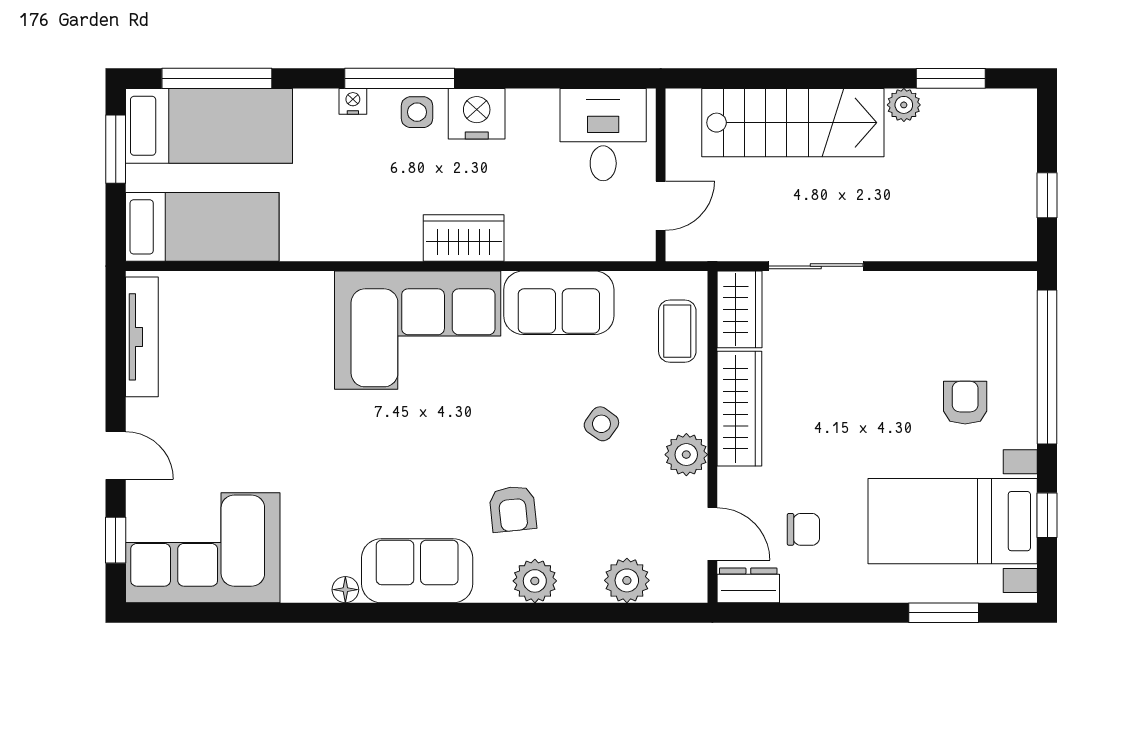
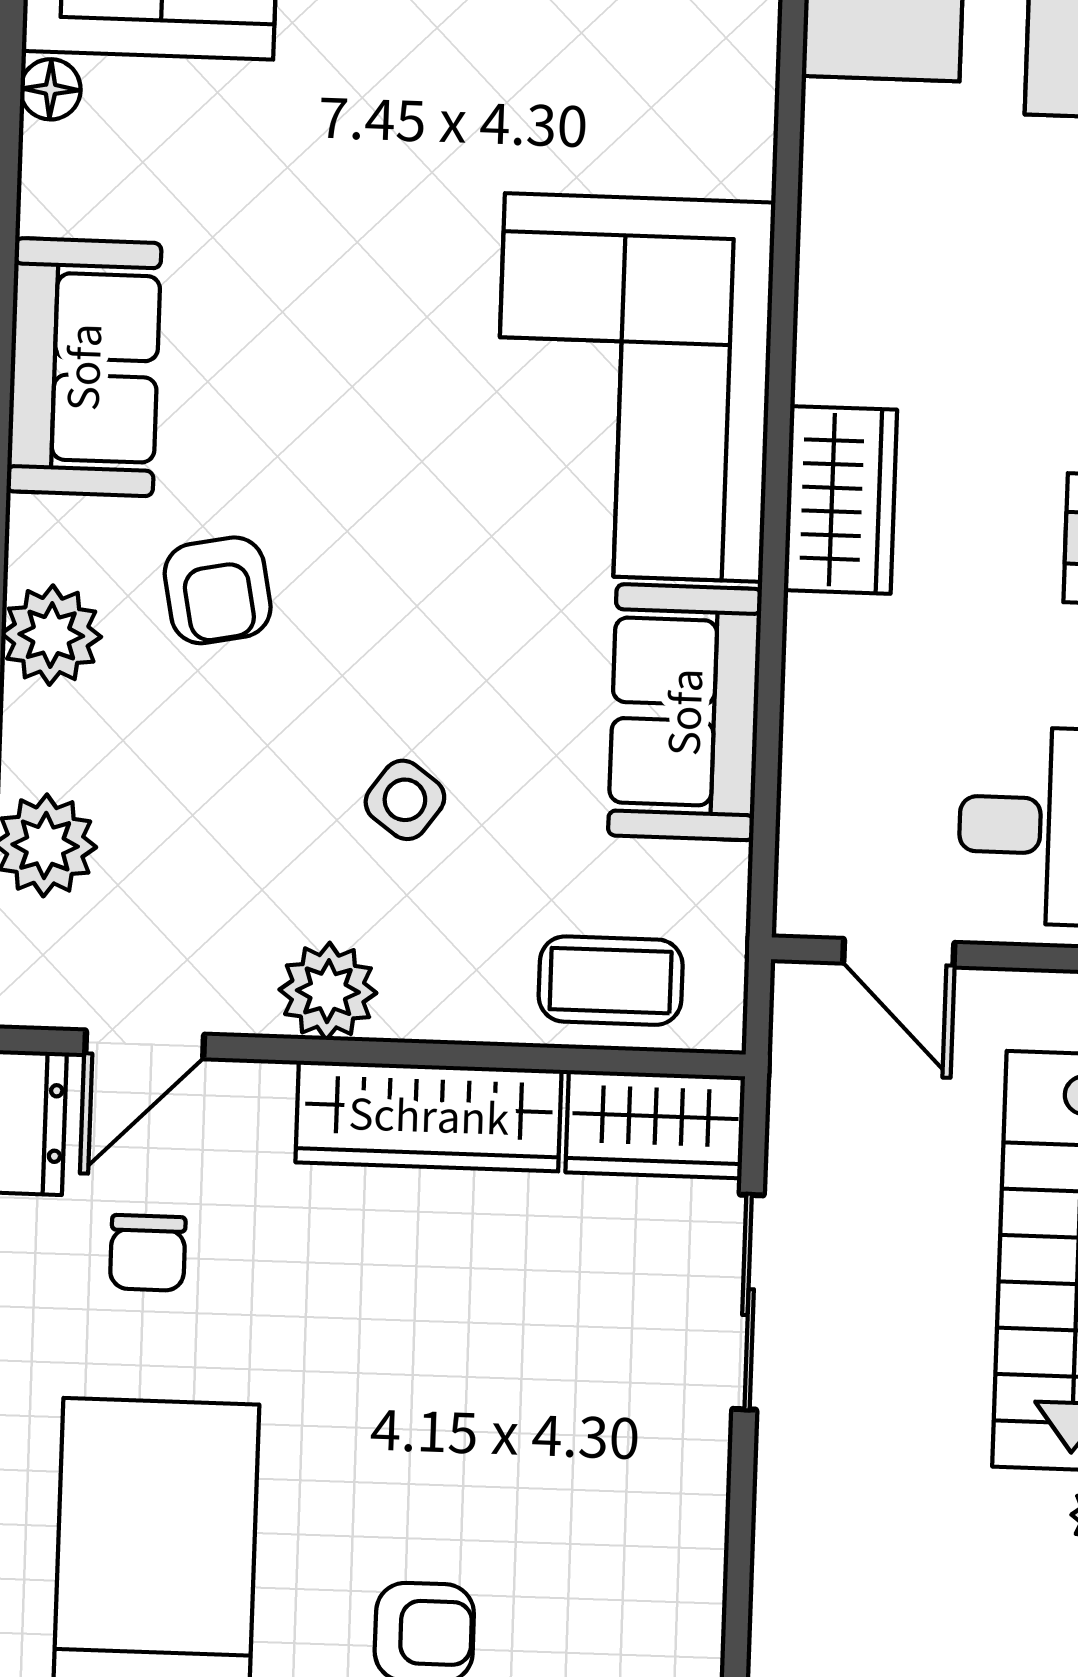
armchair: (513, 509) -> (218, 590), turned -95
floor lamp: (345, 590) -> (50, 89), moved

